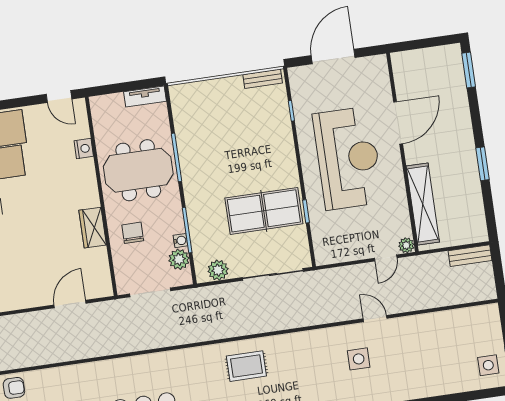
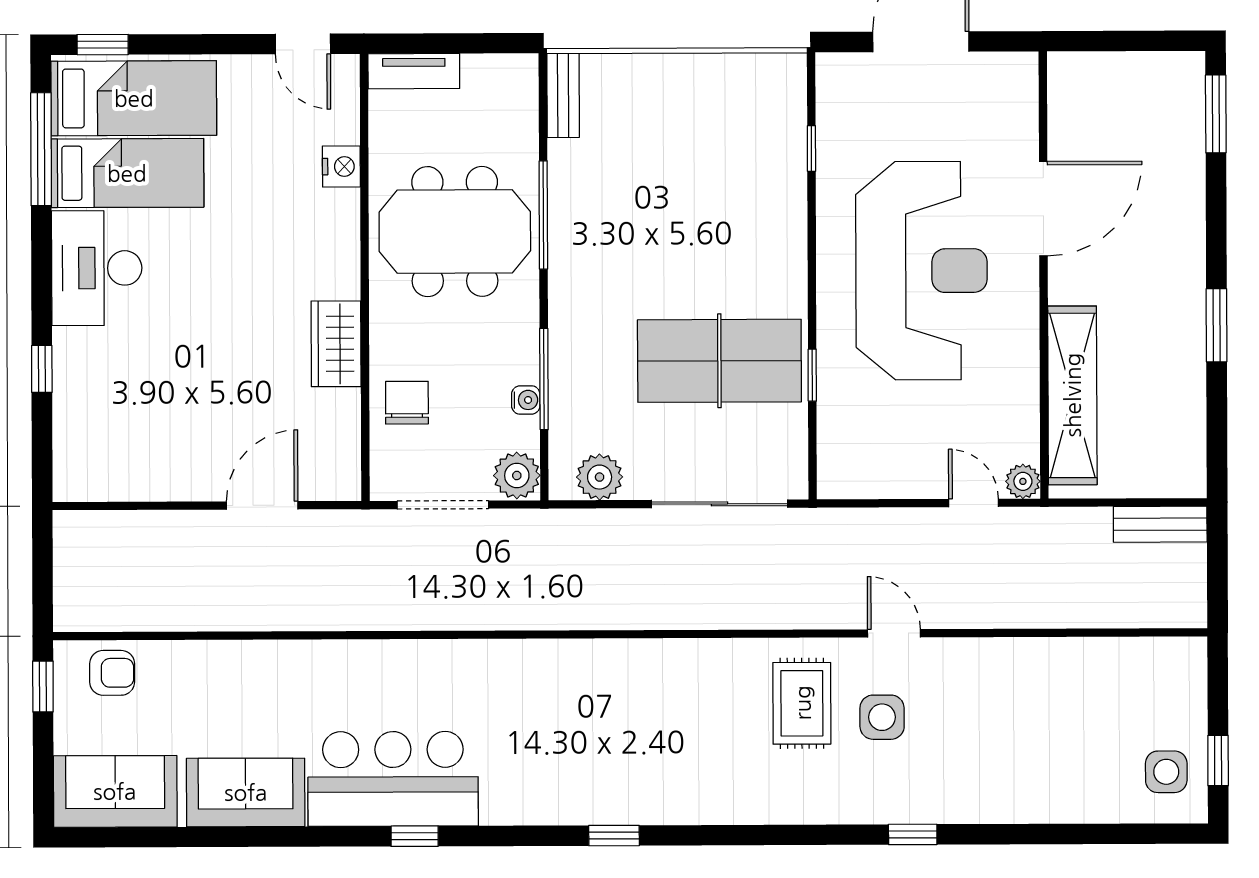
bench: (263, 79) -> (563, 95), moved, turned 90
tv unit: (145, 96) -> (414, 71), moved
chair: (133, 233) -> (407, 403), moved
door: (386, 258) -> (974, 503), swing flipped
plant: (179, 259) -> (517, 475), moved
door: (375, 319) -> (894, 633), moved
rug: (246, 366) -> (802, 703), moved, turned 90

